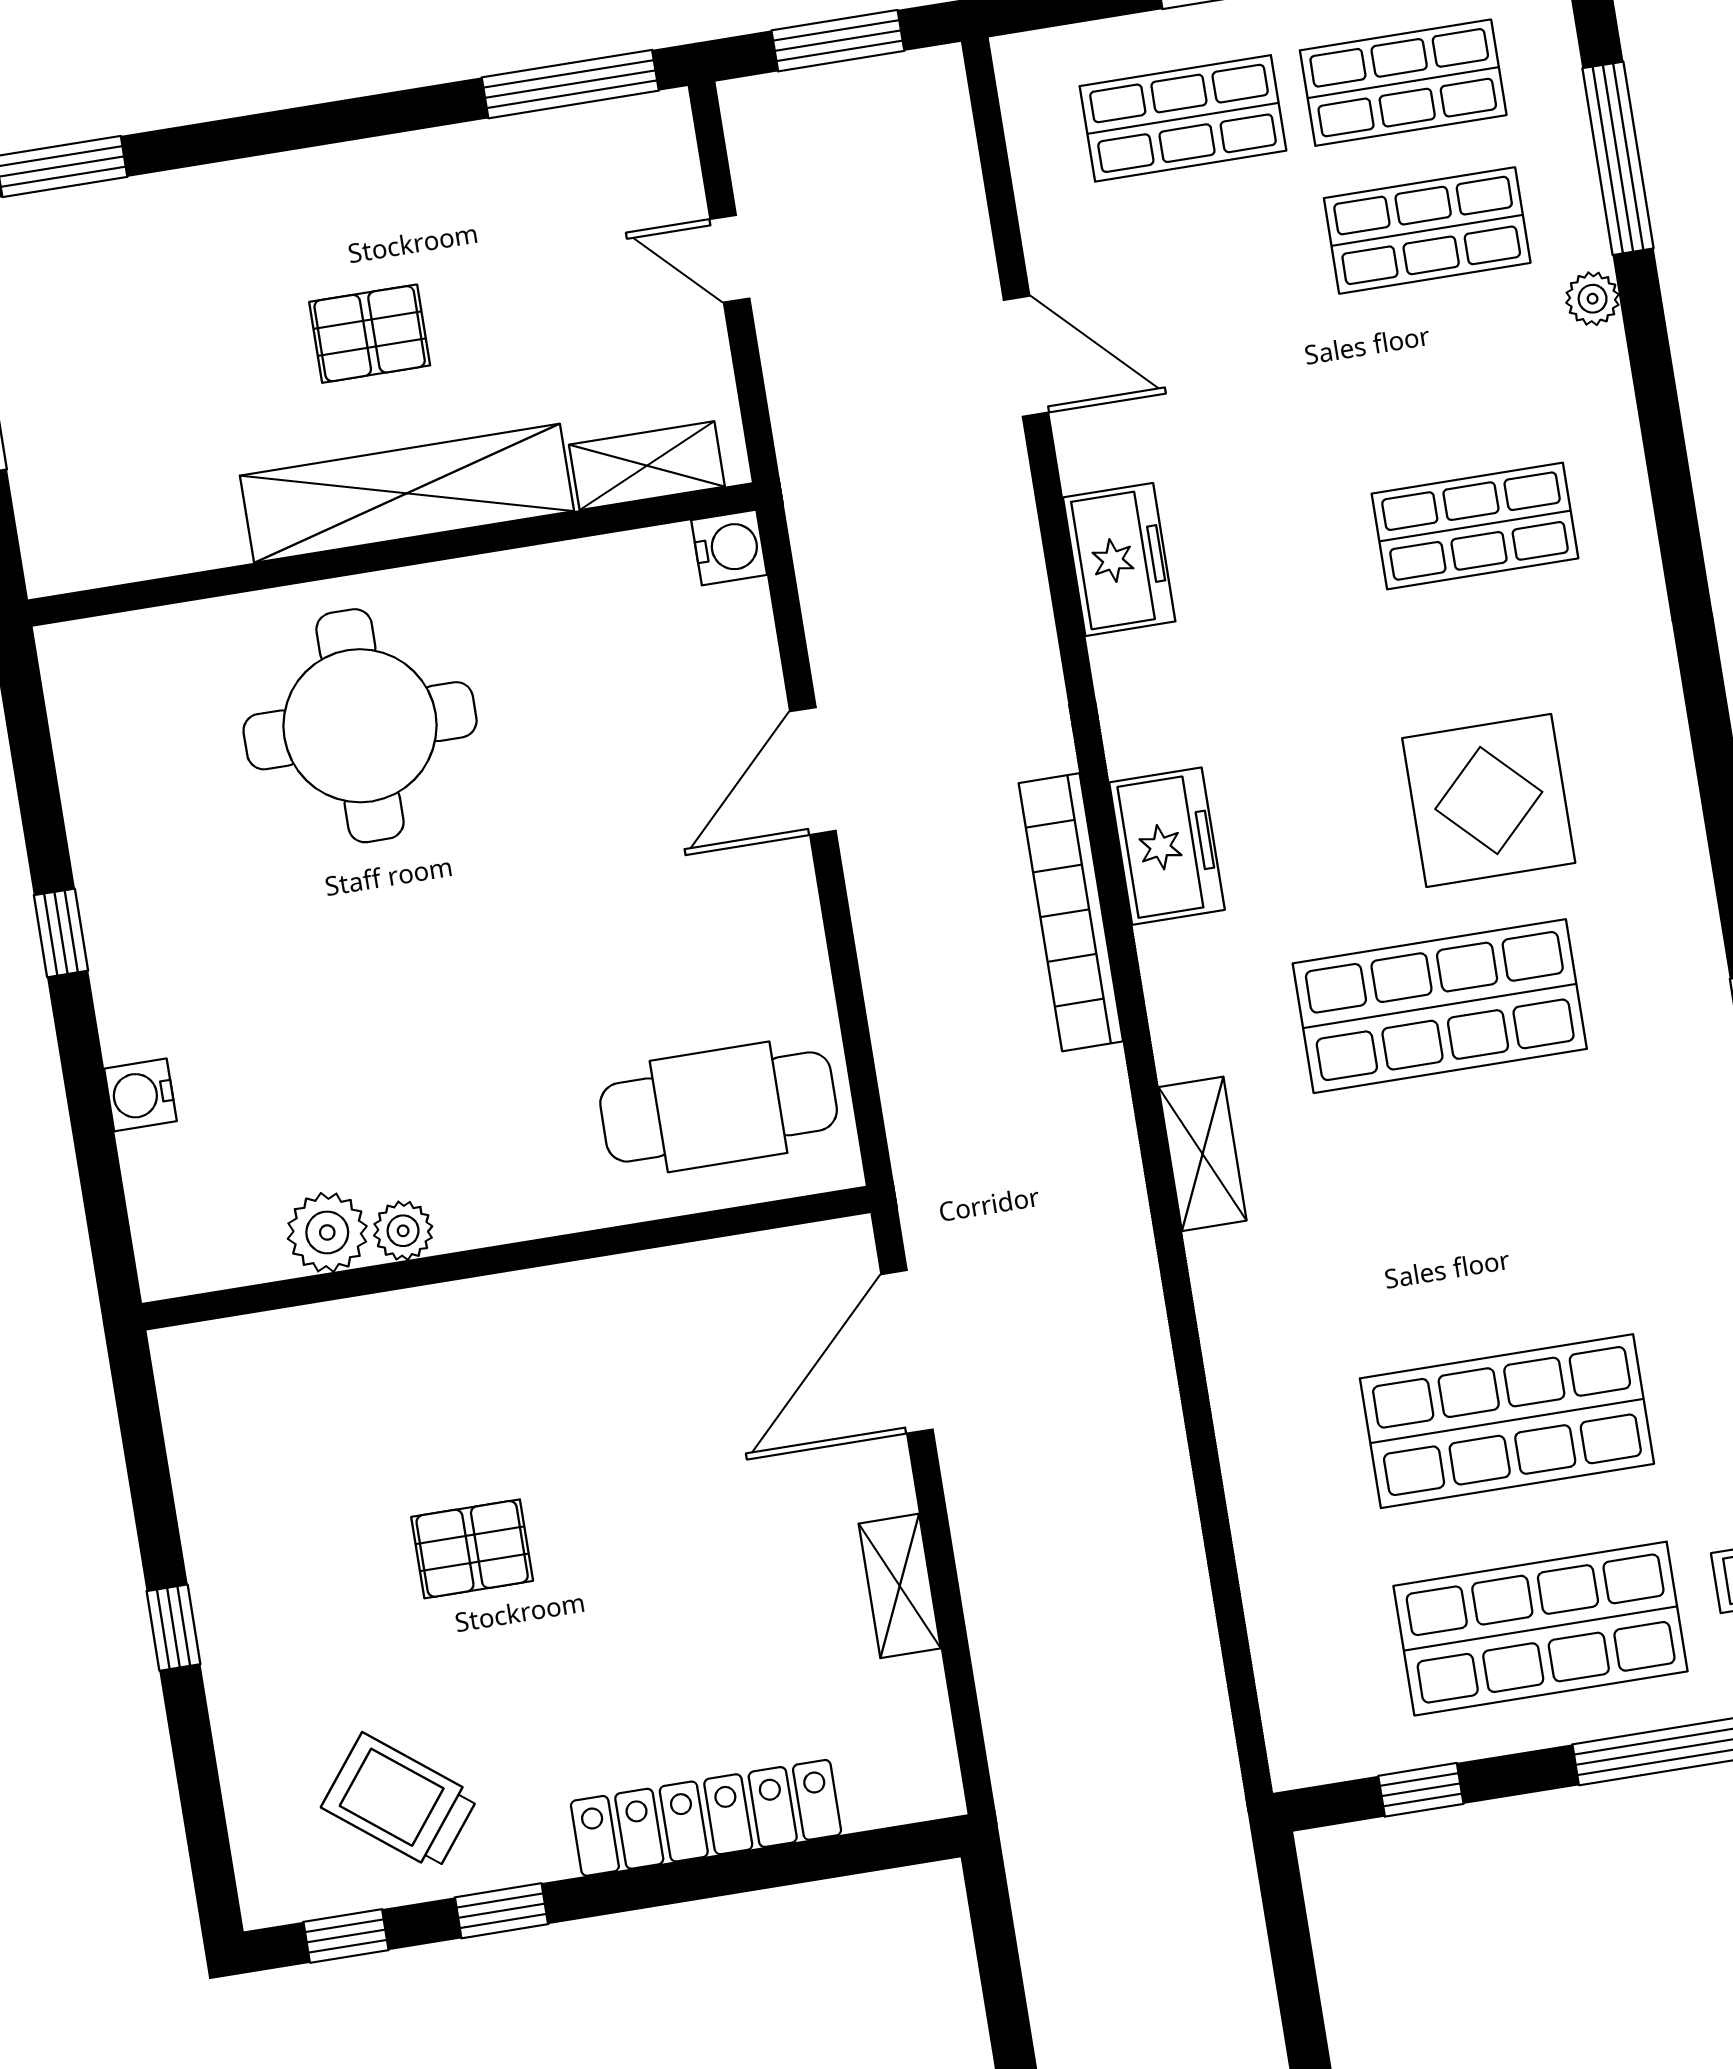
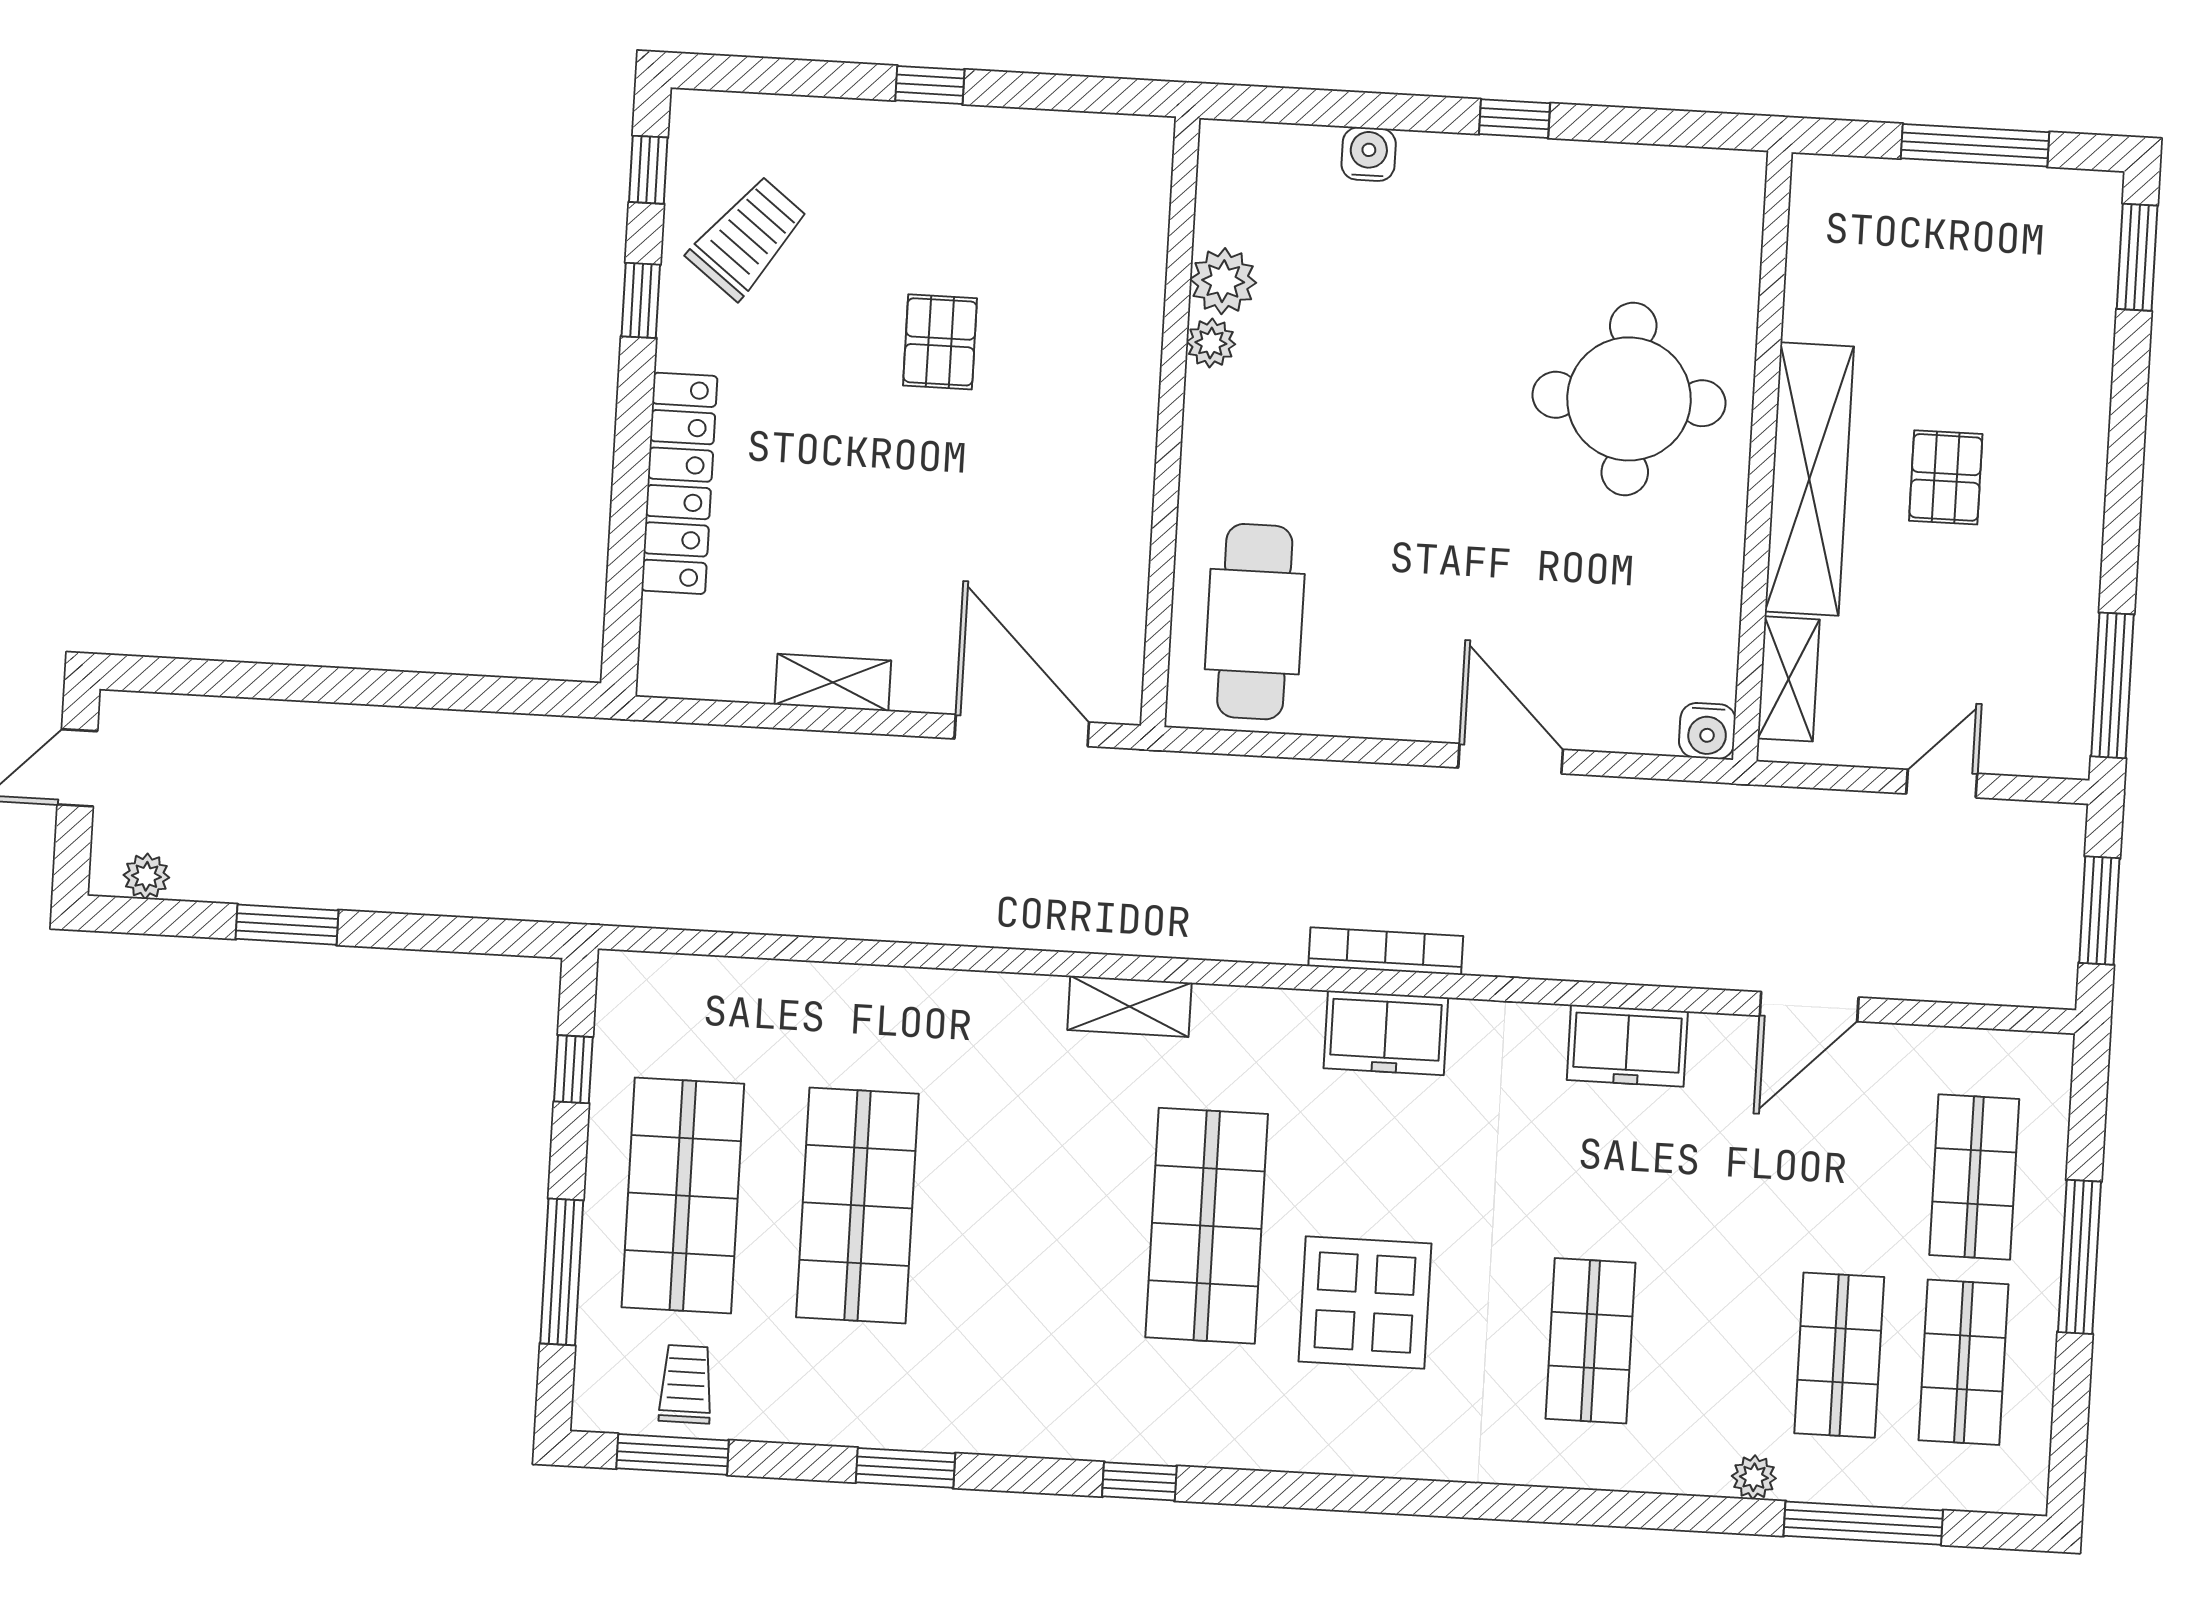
bookcase: (1071, 912) -> (1386, 951), width x0.68, depth x0.76

